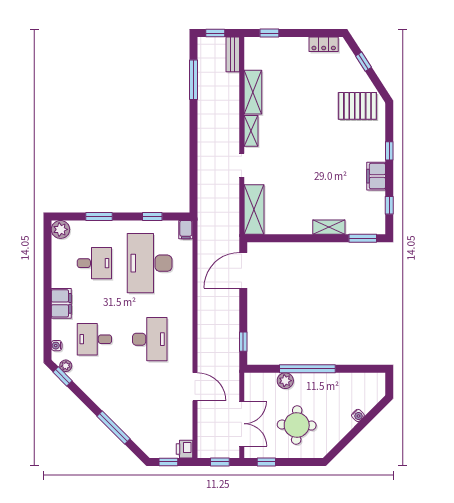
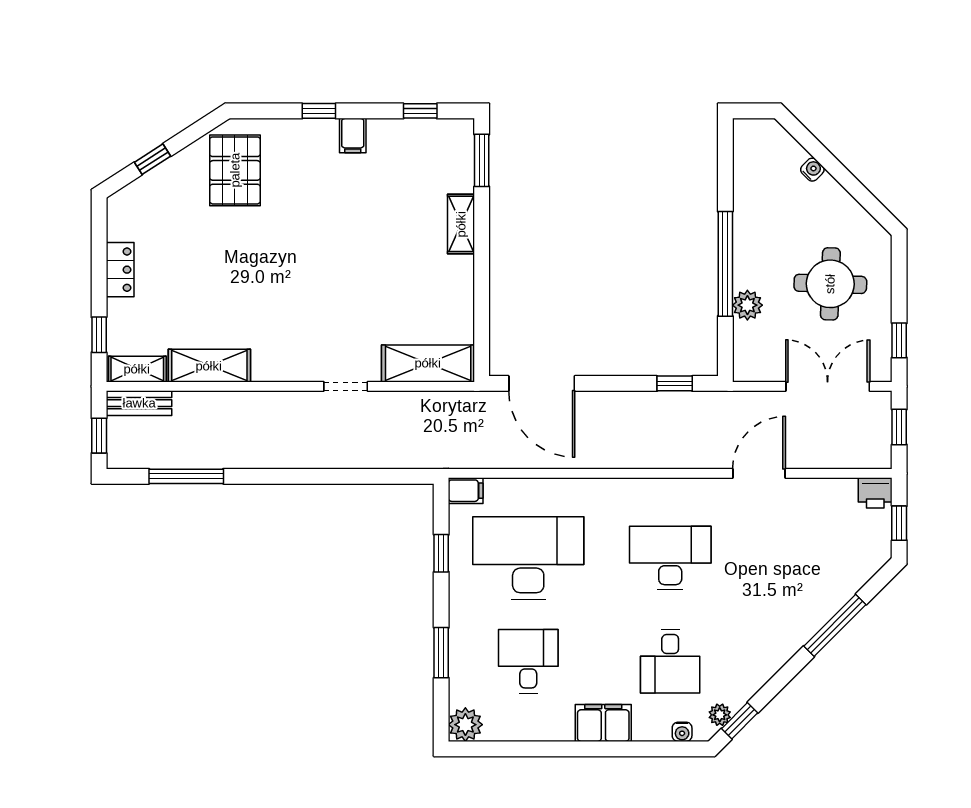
locker: (324, 44) -> (120, 270), moved
shelving: (251, 131) -> (137, 369), moved
filing cabinet: (376, 176) -> (353, 136), width x0.50
desk: (150, 263) -> (528, 558), turned 180

